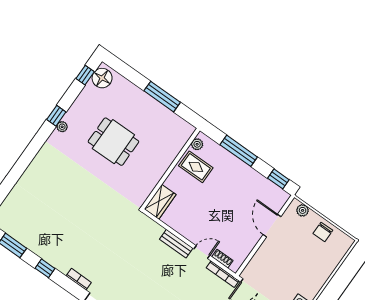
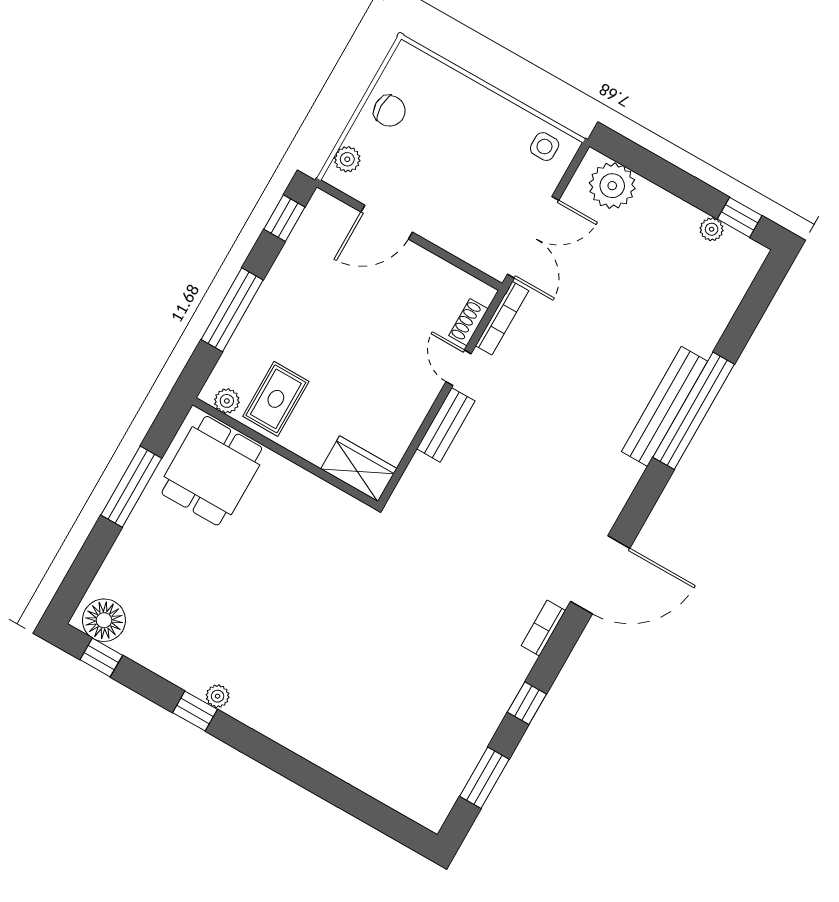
dining table: (113, 142) -> (212, 471), moved

